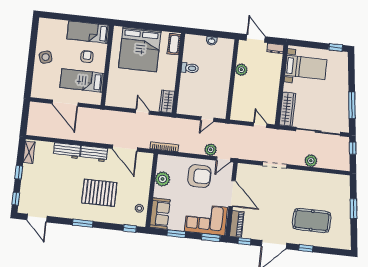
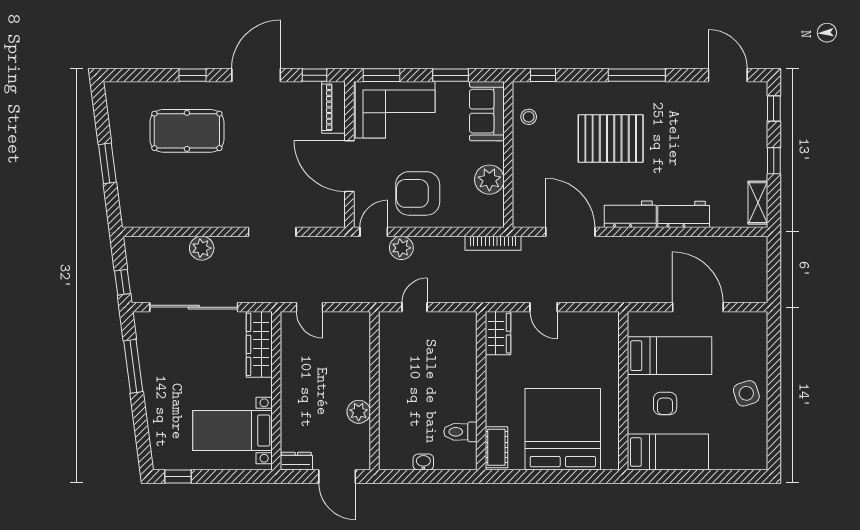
toilet: (190, 68) -> (460, 432), moved
window: (83, 223) -> (637, 75), width x1.44

